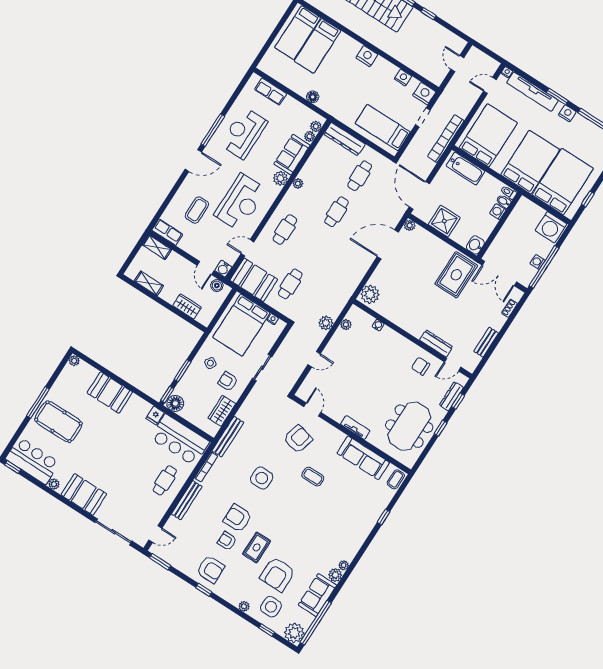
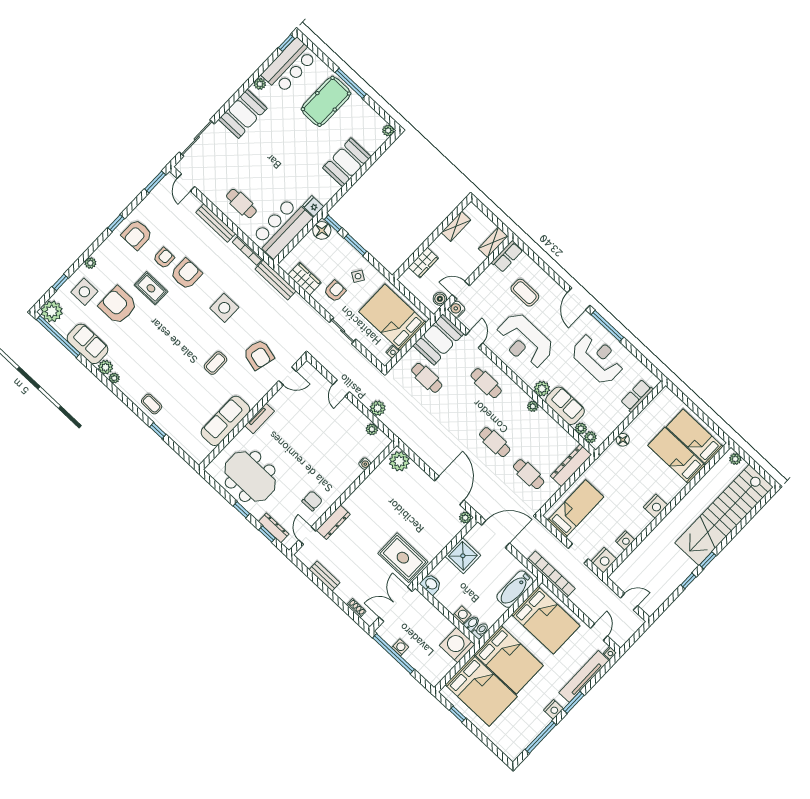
washing machine: (551, 227) -> (457, 645), moved
coffee table: (396, 479) -> (152, 404), moved

